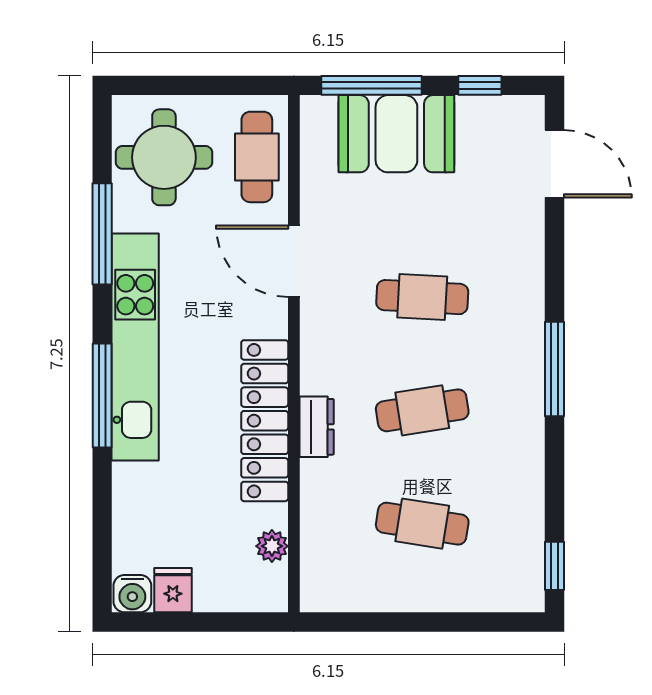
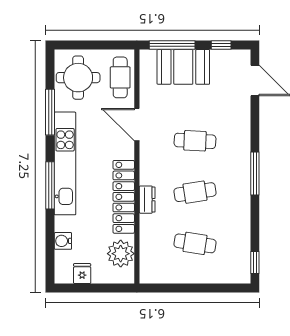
plant: (272, 546) -> (121, 254), width x1.87, depth x1.87
water cooler: (132, 594) -> (63, 241), moved, turned 90

